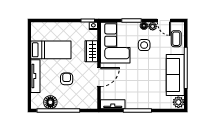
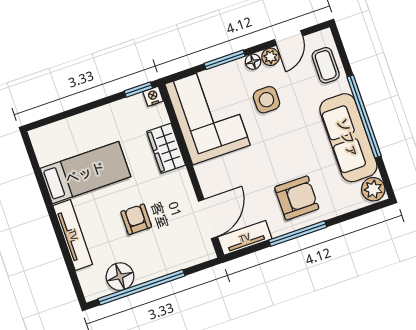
door: (164, 21) -> (289, 38), hinge flipped
door: (99, 77) -> (208, 219), moved
armchair: (143, 94) -> (297, 198), added

